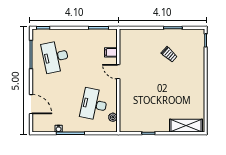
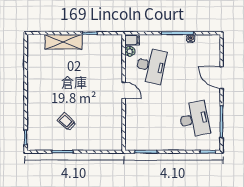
filing cabinet: (111, 52) -> (132, 40), moved
door: (118, 72) -> (124, 90), moved
door: (31, 104) -> (222, 77), moved
shelving: (186, 126) -> (64, 42), moved

